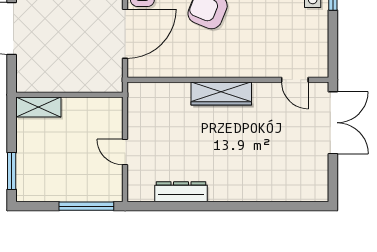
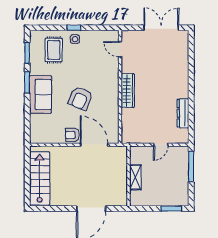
door: (295, 80) -> (120, 49), swing flipped
shelving: (38, 107) -> (135, 177), moved
double door: (333, 123) -> (161, 28), moved

